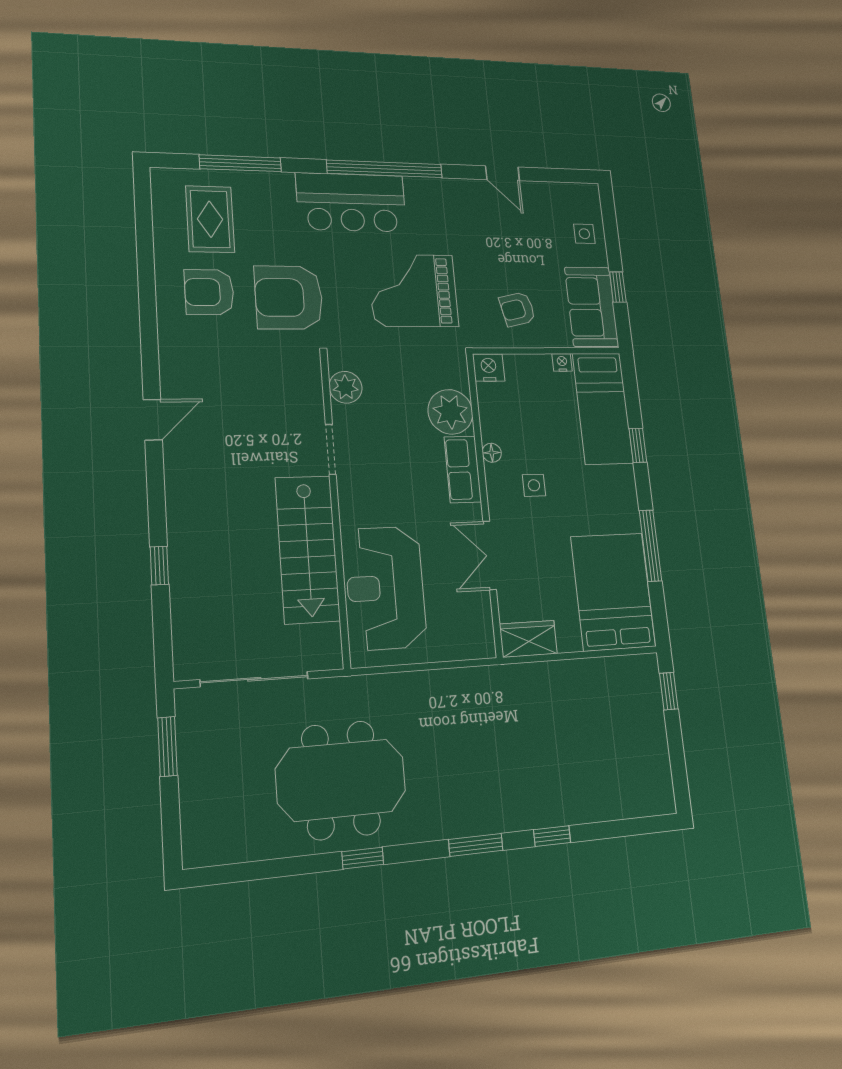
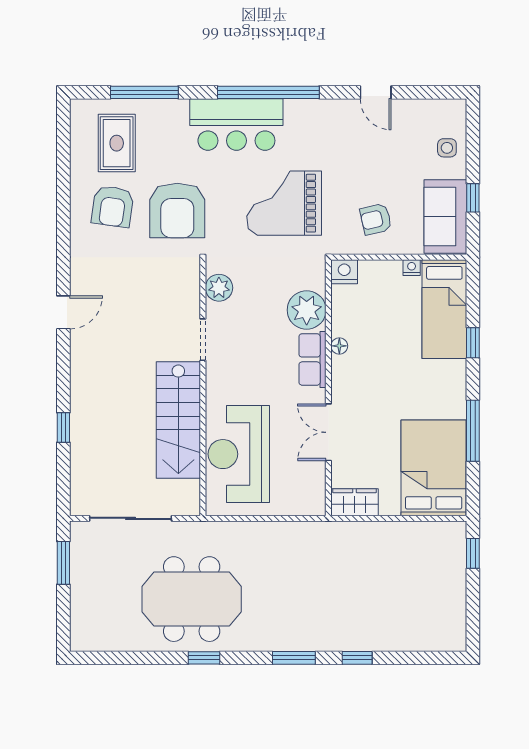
armchair: (209, 292) -> (113, 206), turned -82
armchair: (289, 298) -> (177, 210), turned -90
side table: (534, 485) -> (374, 375), removed

